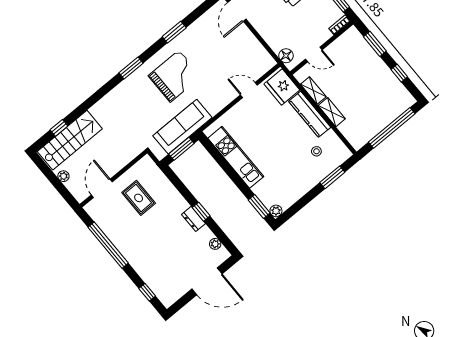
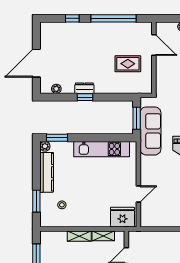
floor lamp: (286, 56) -> (141, 237), removed
kitchen counter: (310, 114) -> (47, 172), moved, turned 90
window: (147, 292) -> (72, 18), moved

